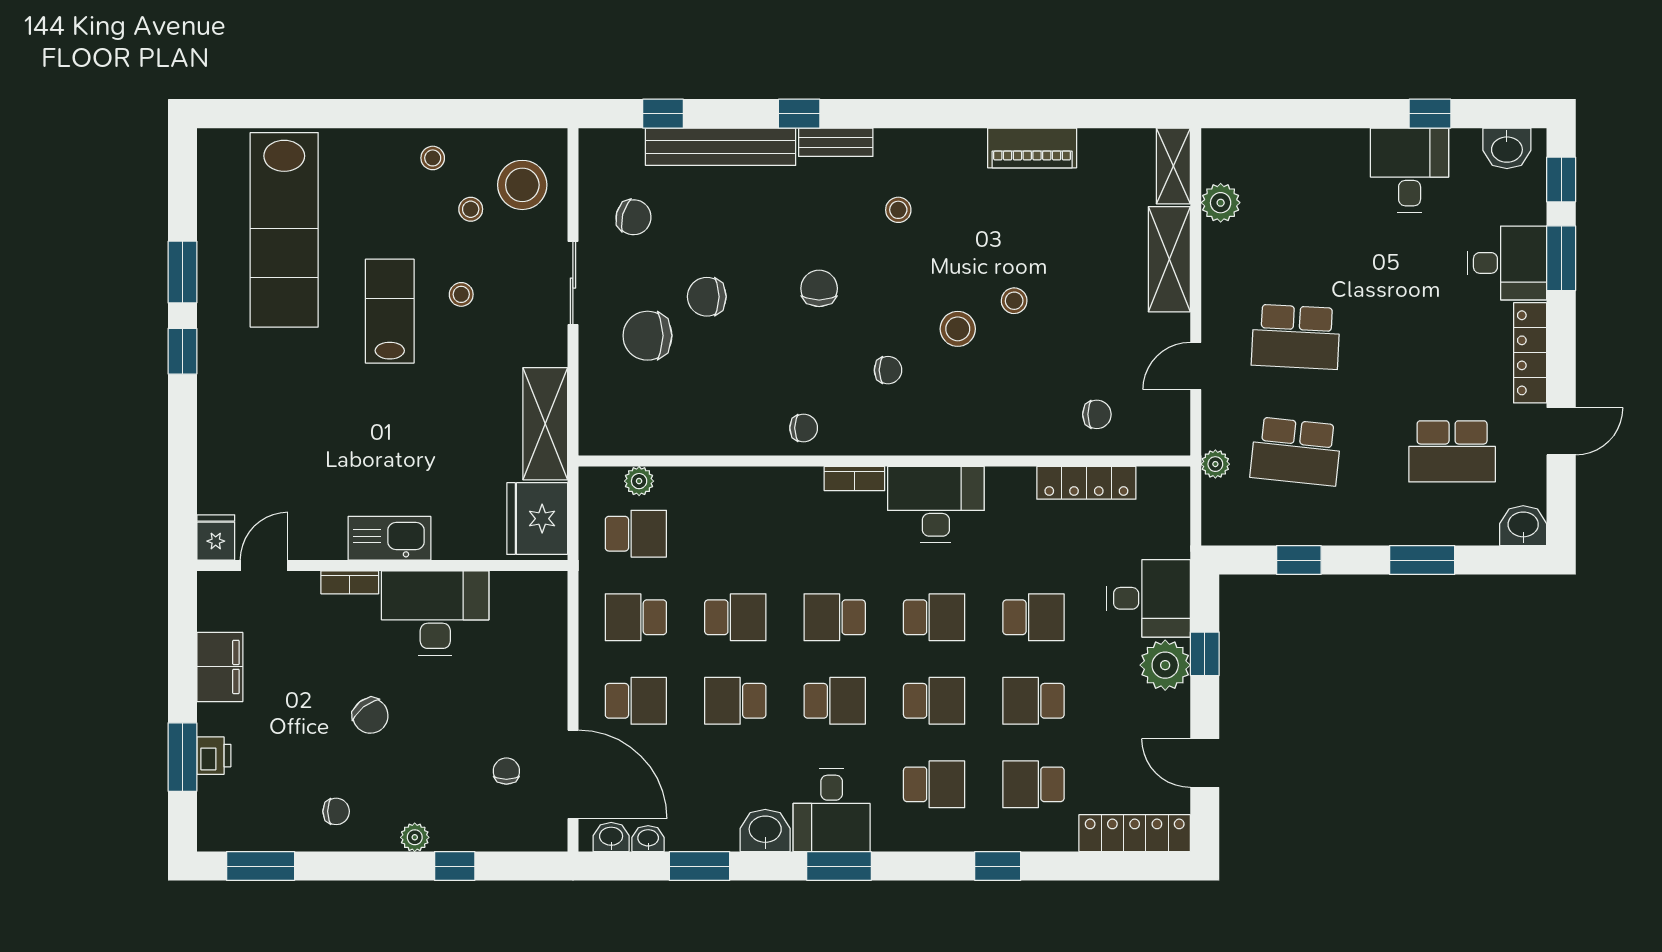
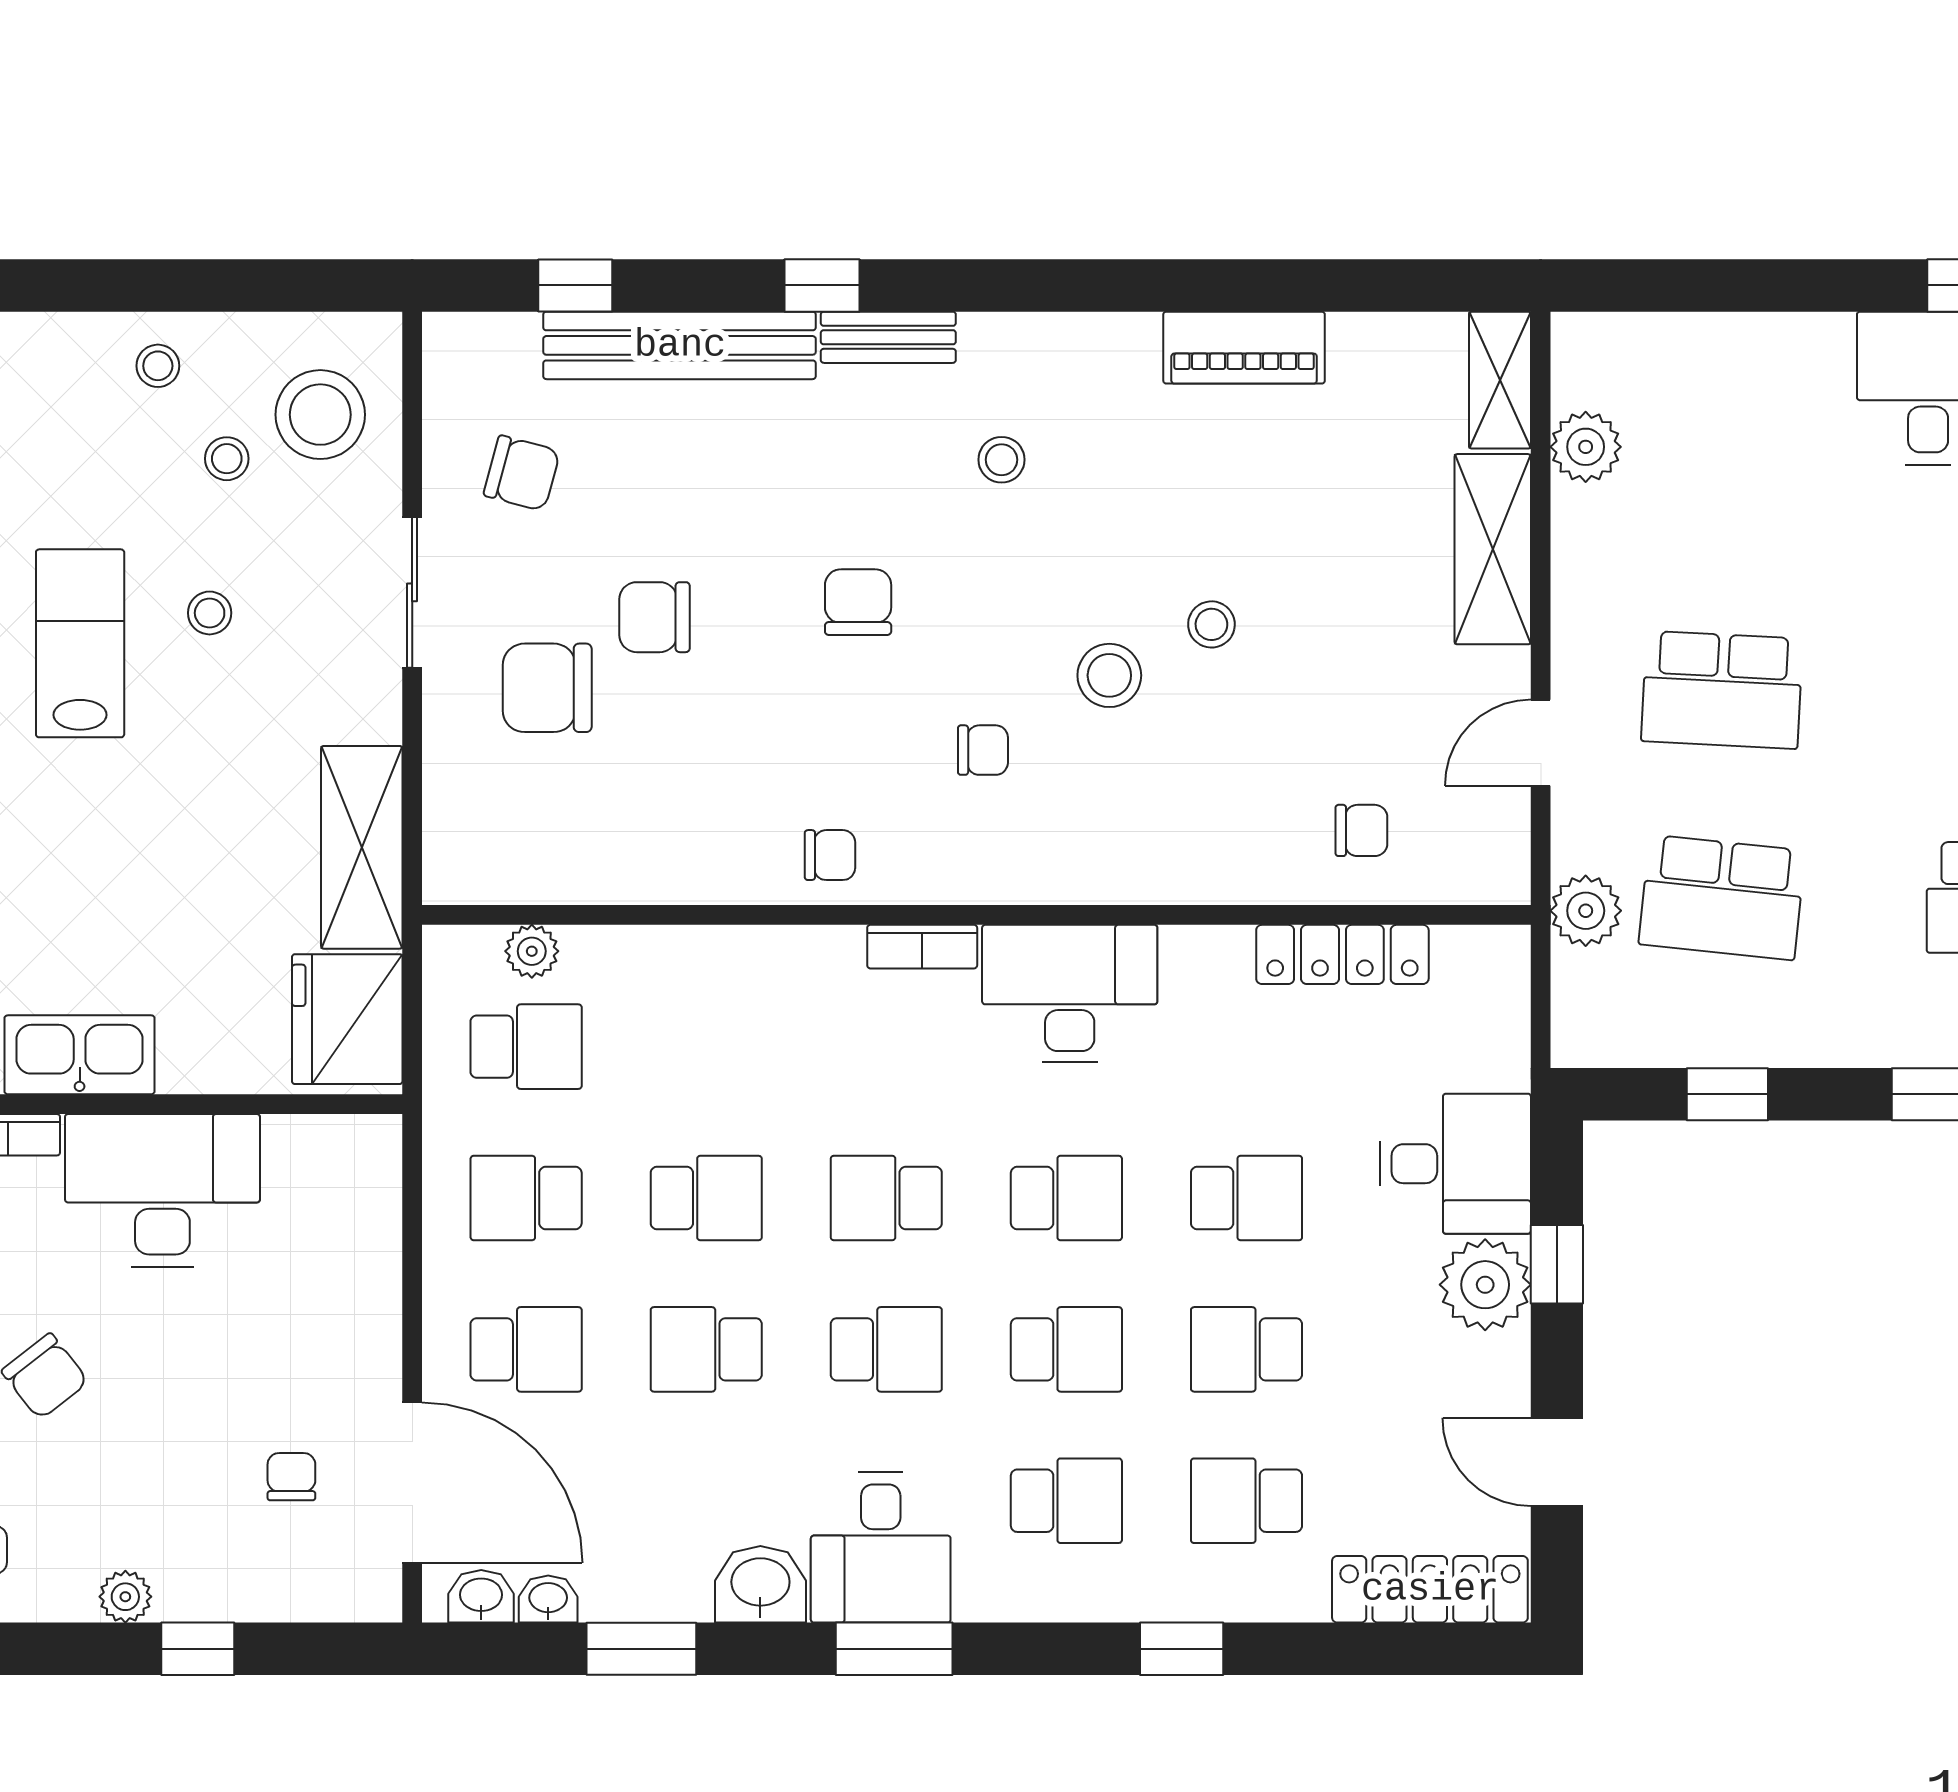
plant: (1215, 464) -> (1586, 911), width x1.38, depth x1.38

